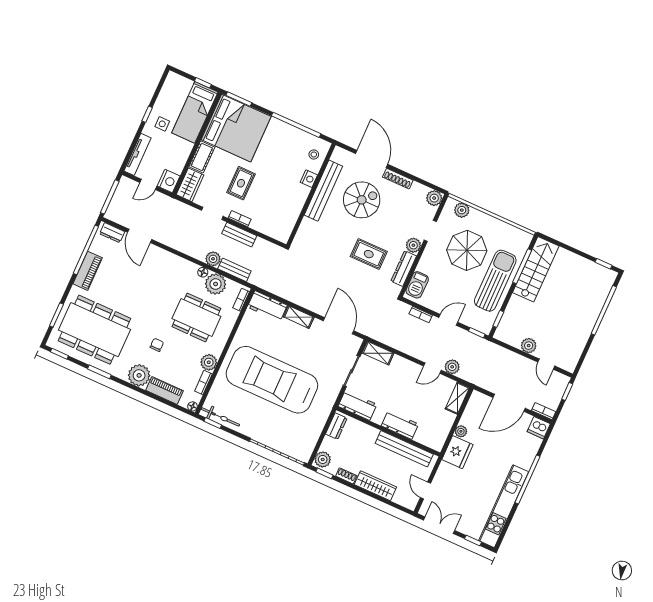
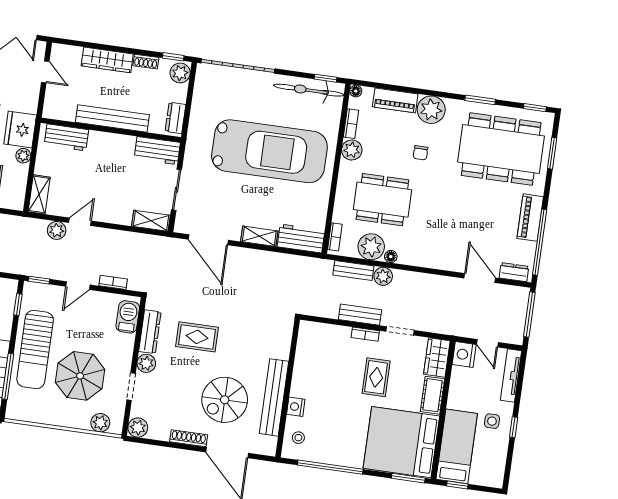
door: (148, 184) -> (487, 343), swing flipped
bicycle: (220, 417) -> (309, 90), width x1.37, depth x1.40
workbench: (400, 425) -> (66, 137), moved
bench: (404, 449) -> (112, 118), moved

